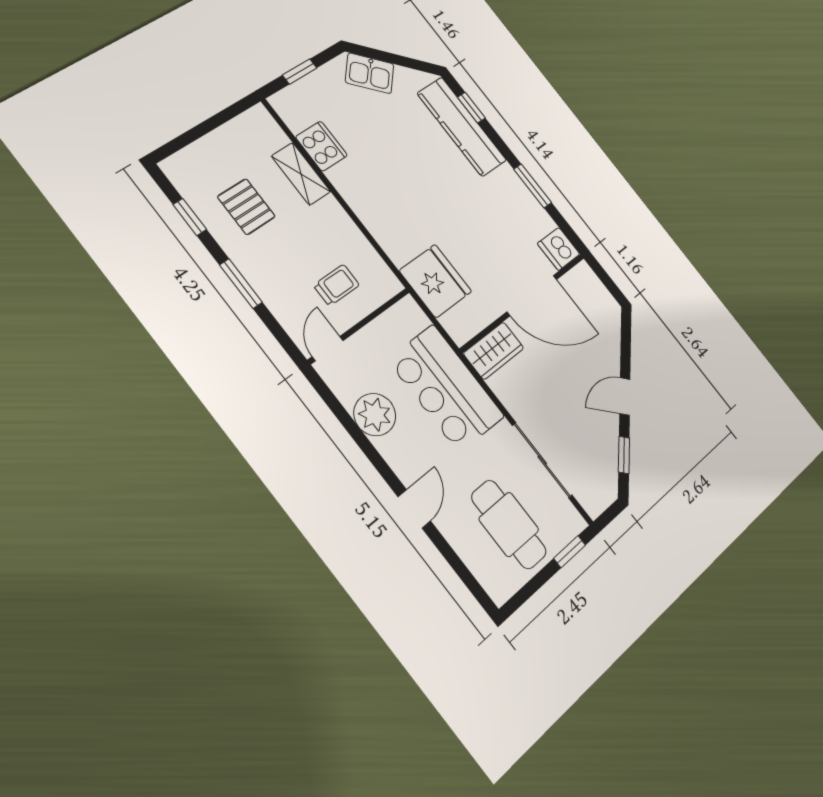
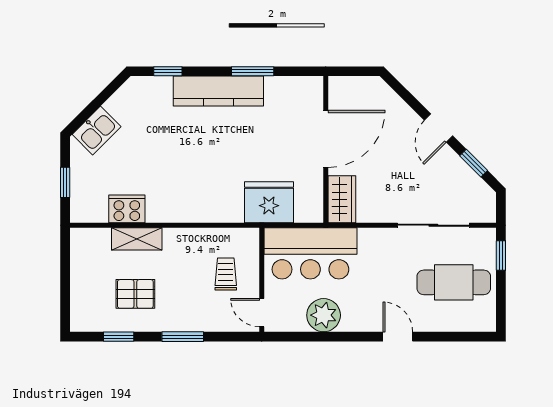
kitchen counter: (462, 127) -> (218, 91), moved
dishwasher: (559, 249) -> (309, 90), removed
bar counter: (446, 388) -> (310, 253), moved

